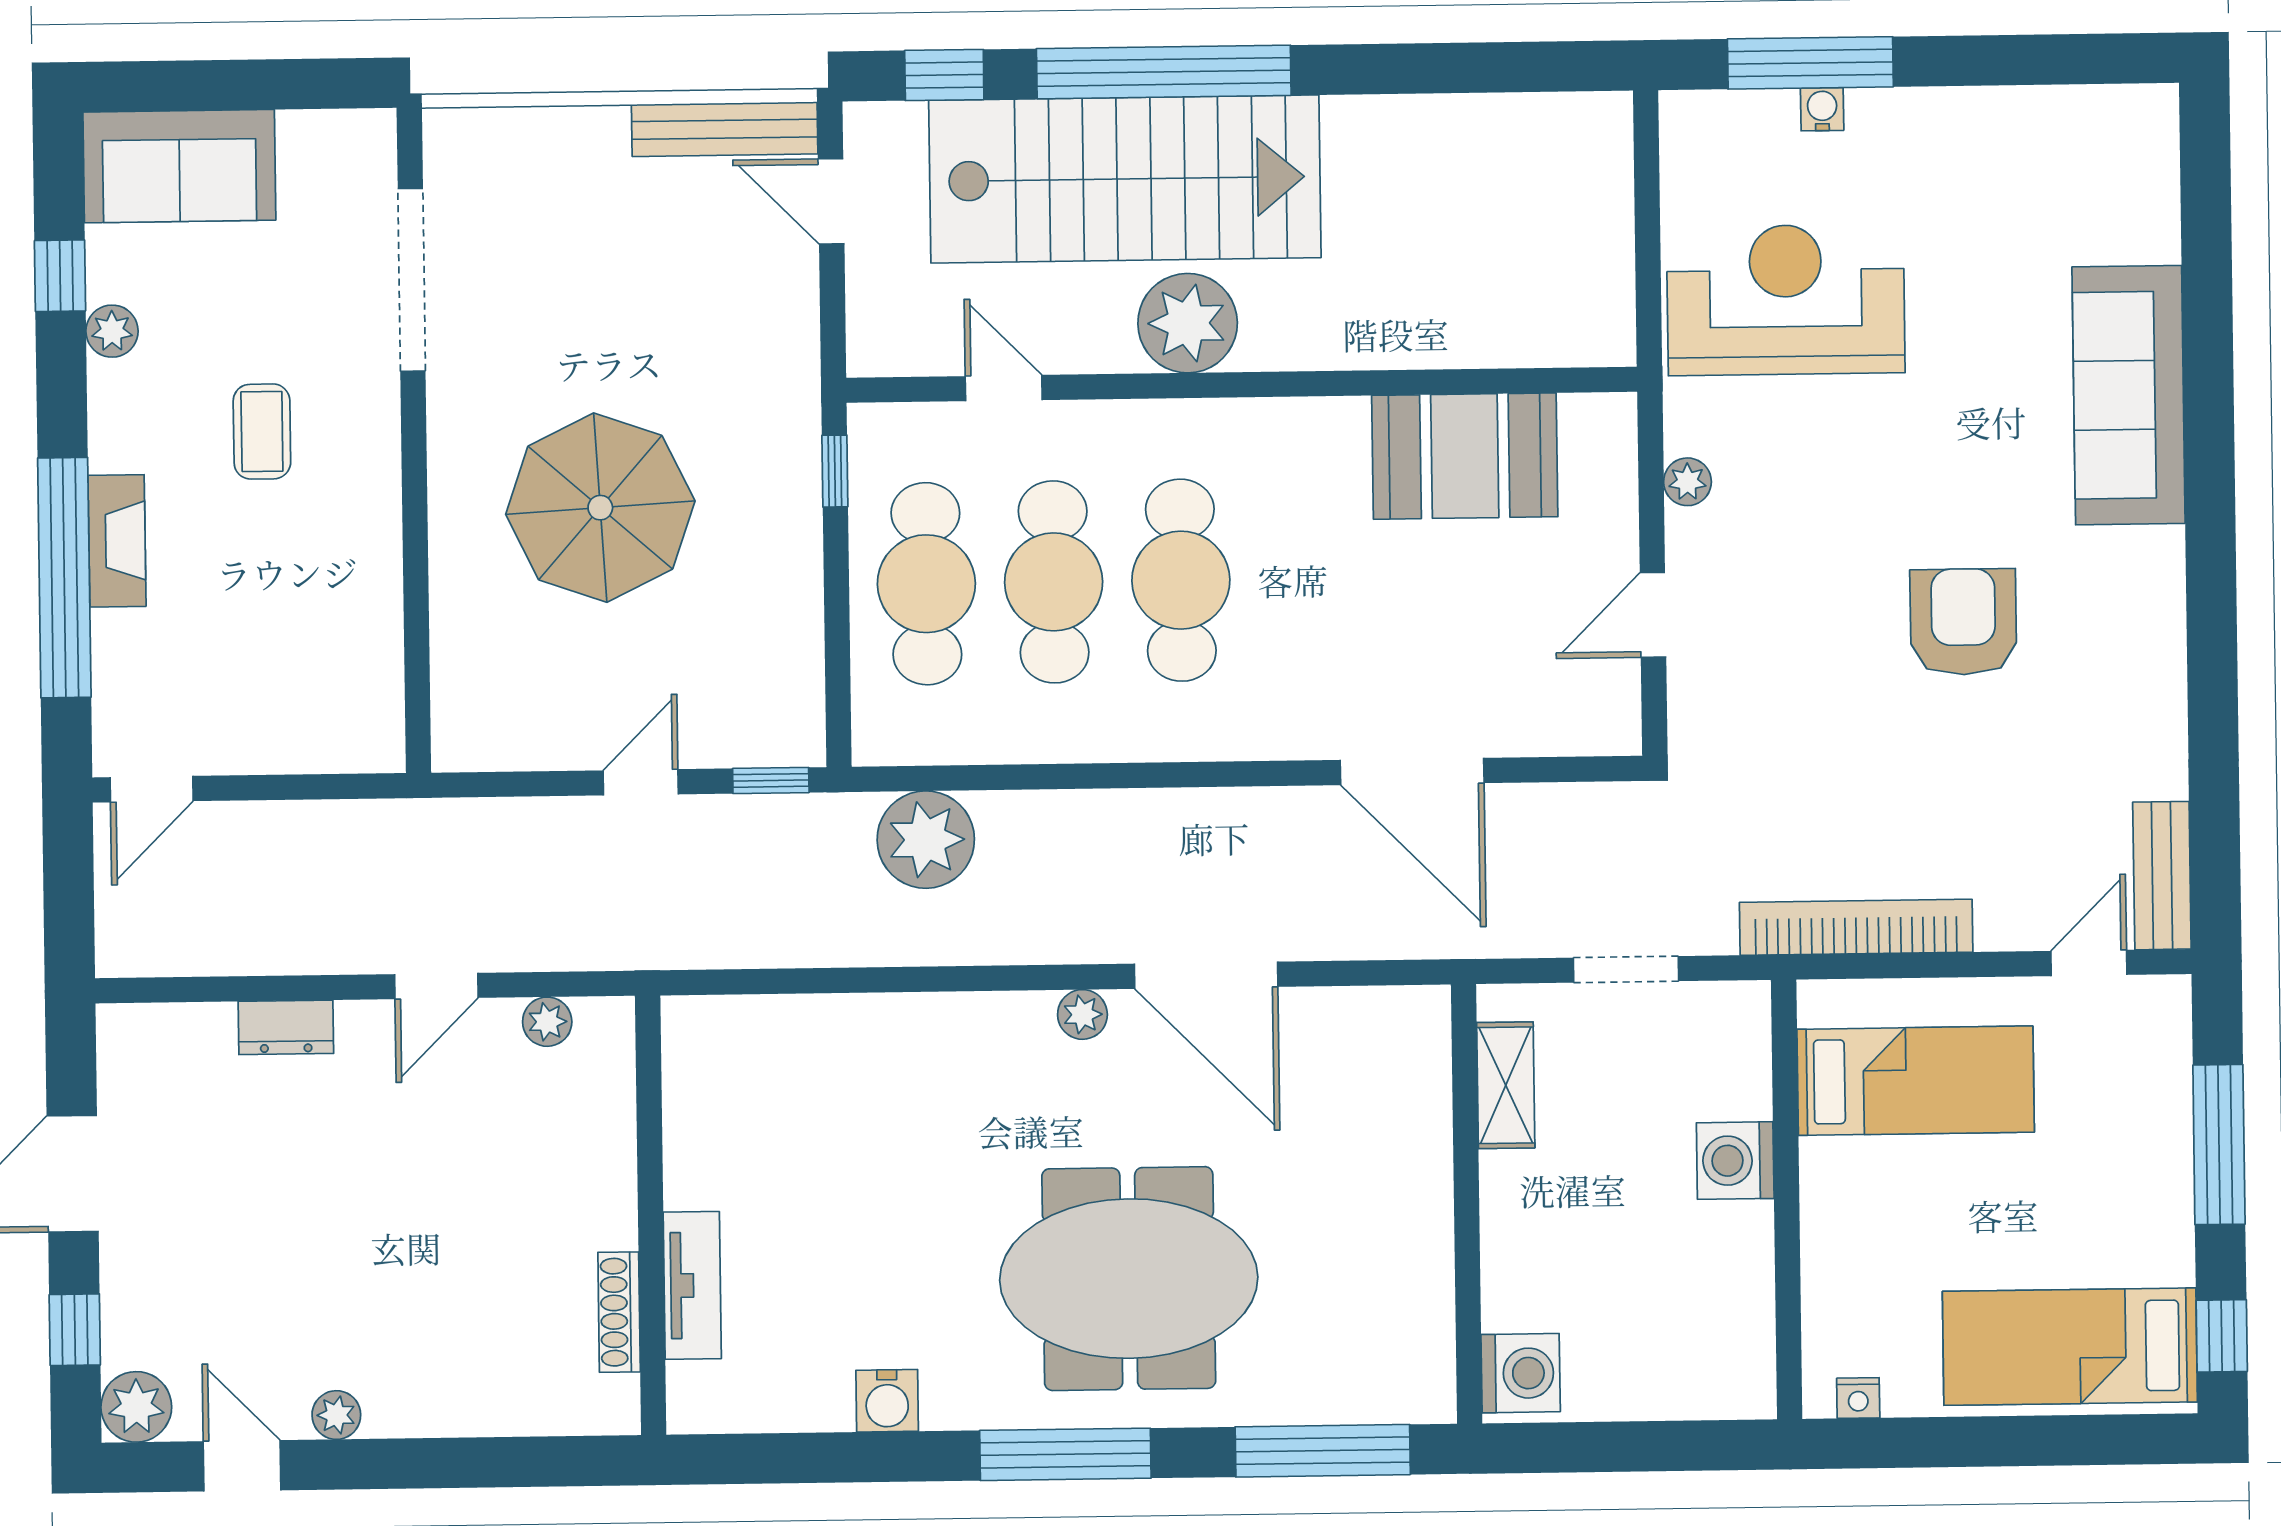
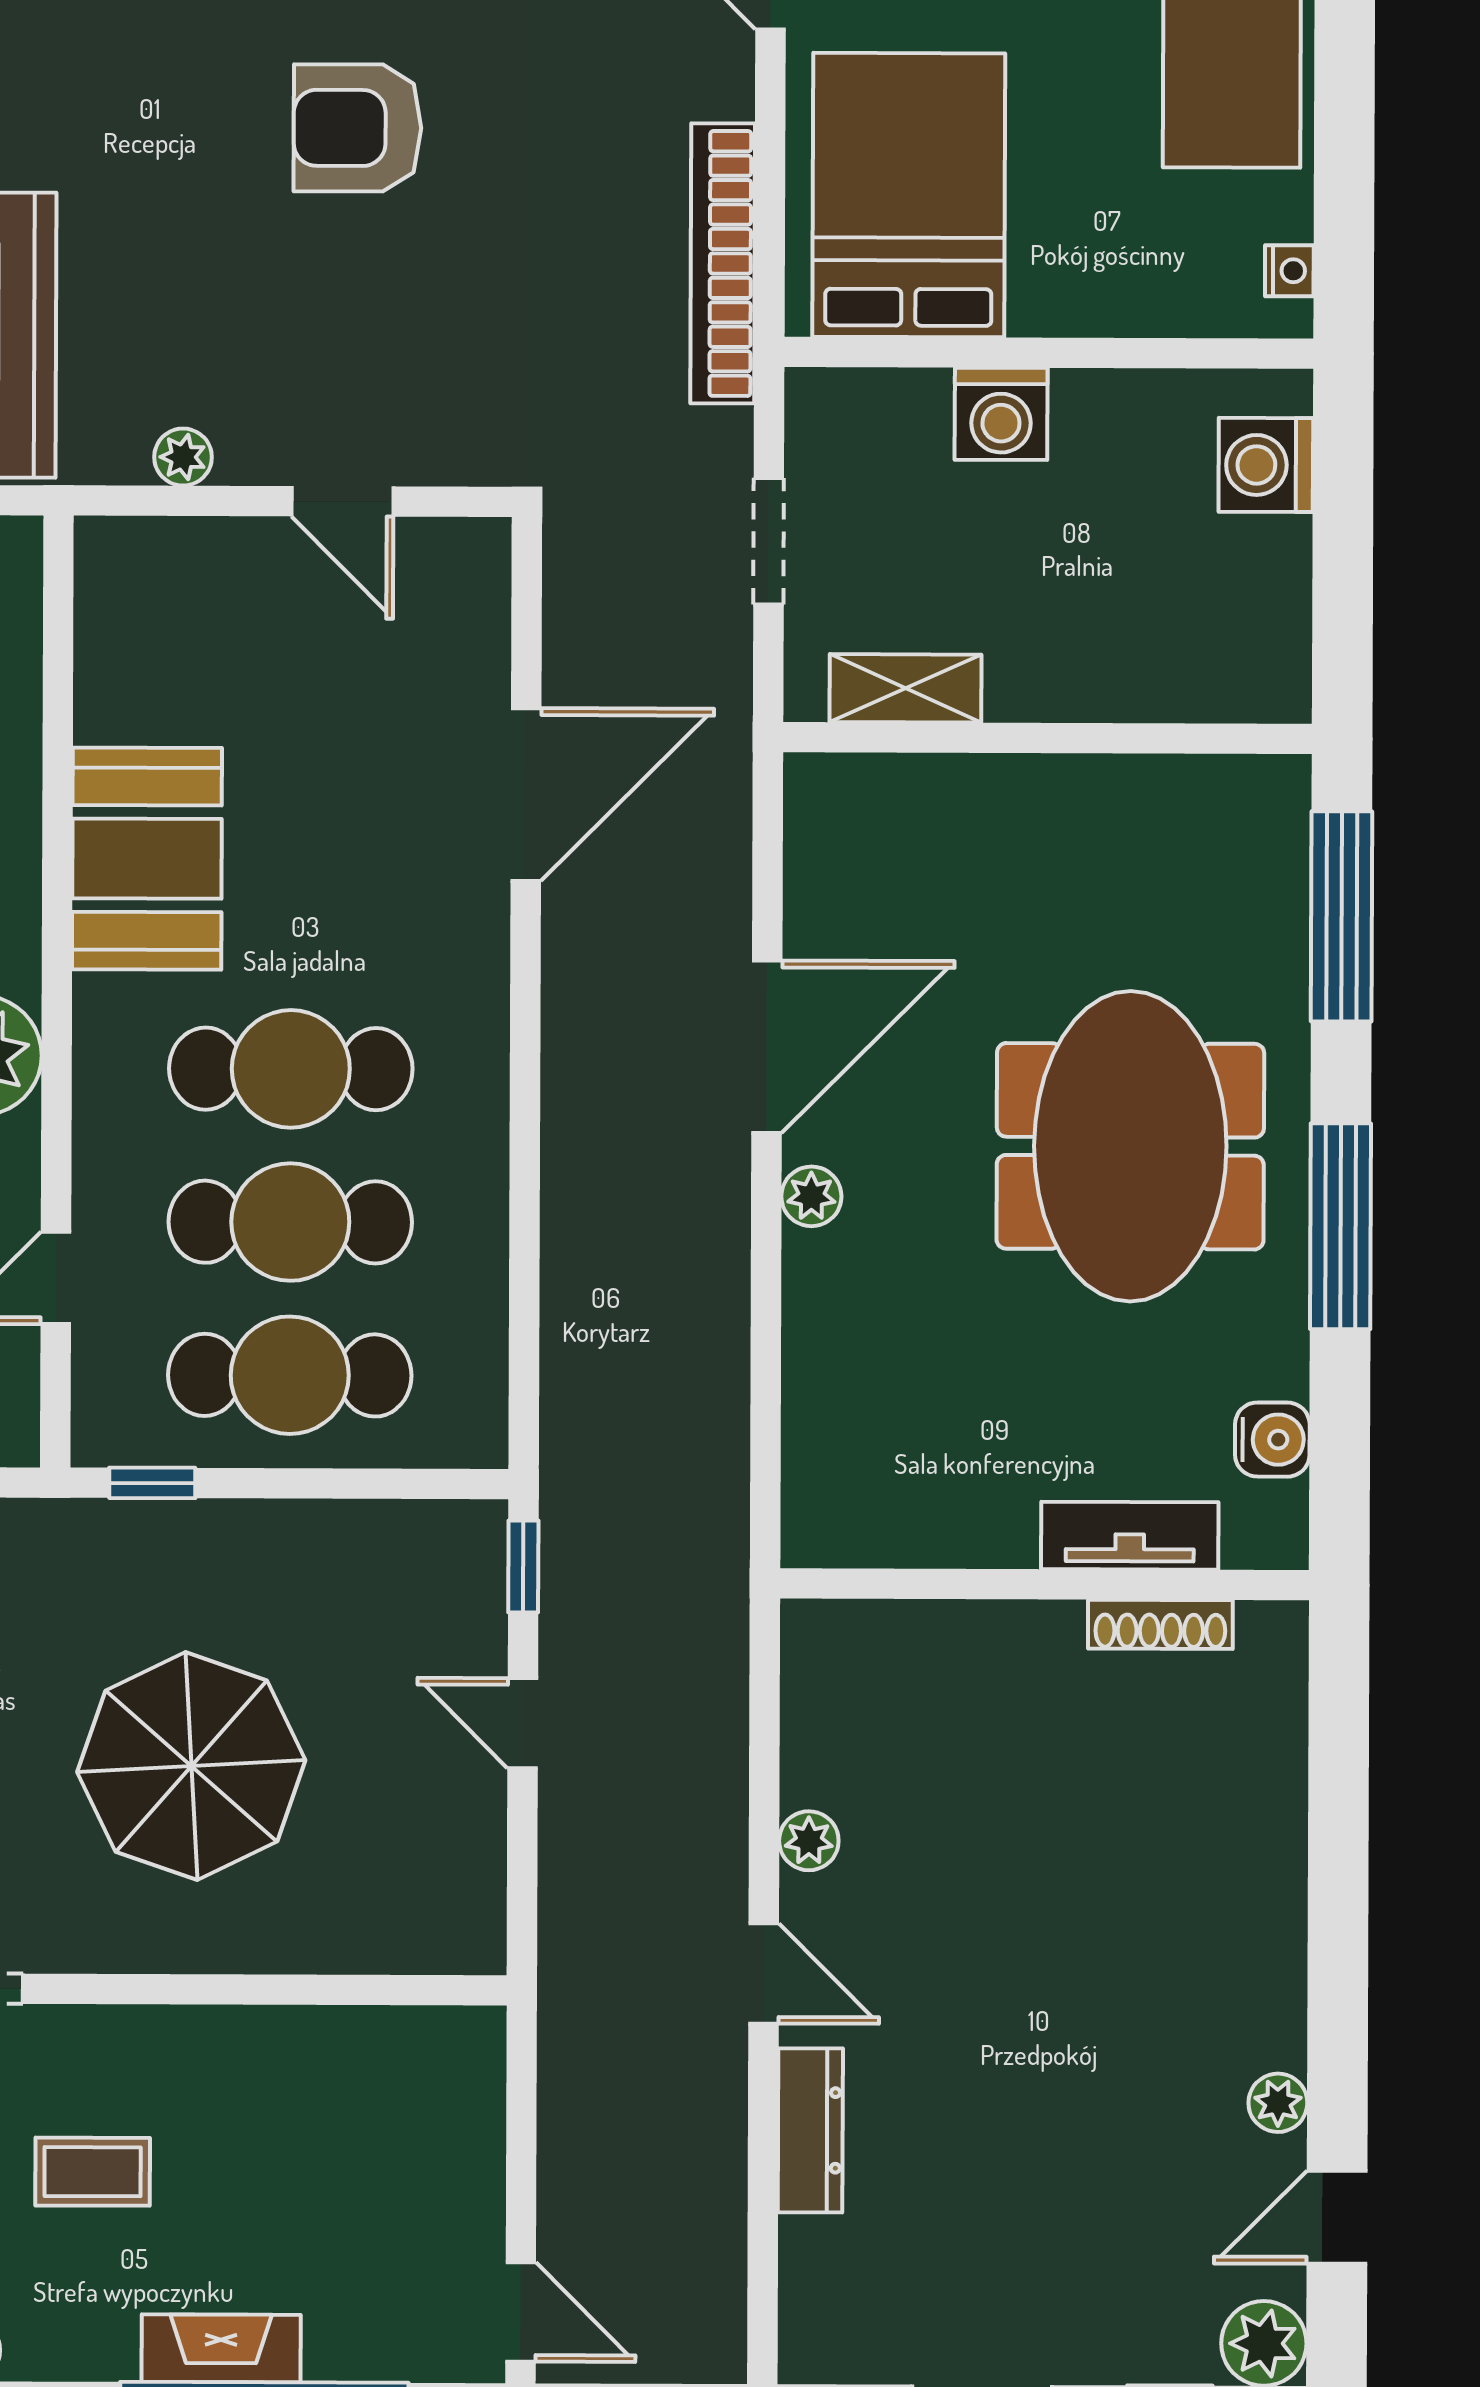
booth: (1465, 456) -> (147, 859), moved
plant: (926, 840) -> (598, 1381), removed
dresser: (286, 1027) -> (810, 2130), width x1.44
bed: (1916, 1081) -> (909, 195), width x1.50
wall: (651, 1215) -> (1045, 1584), moved
tv unit: (692, 1285) -> (1130, 1536), moved
shoe rack: (619, 1312) -> (1160, 1624), moved
washing machine: (1521, 1373) -> (1266, 465), moved, turned -90

